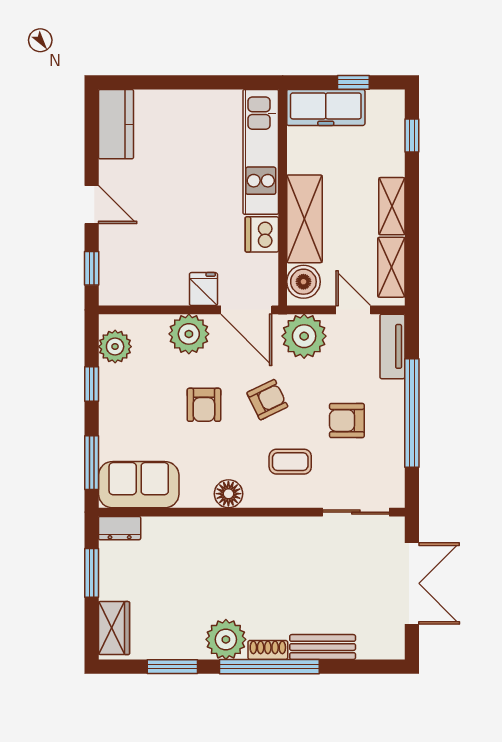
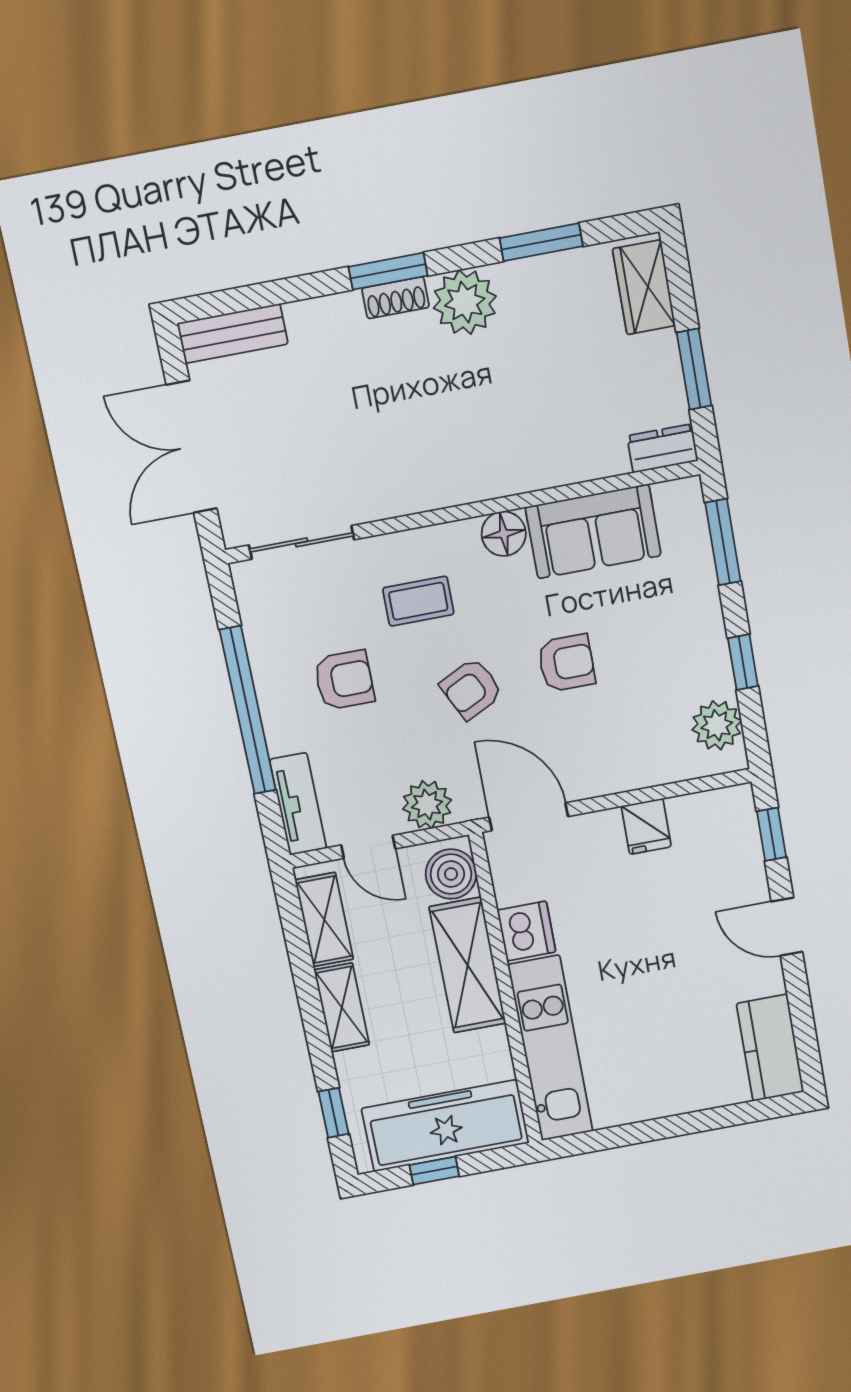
freezer: (326, 107) -> (445, 1126), width x1.36, depth x1.26
fridge: (203, 289) -> (646, 826), moved
plant: (189, 334) -> (609, 765), removed
plant: (304, 336) -> (427, 805), width x0.73, depth x0.73
armchair: (204, 405) -> (566, 663), turned 90
sofa: (139, 485) -> (593, 531), moved
bench: (323, 647) -> (233, 334), moved
window: (269, 667) -> (388, 271), width x0.47

